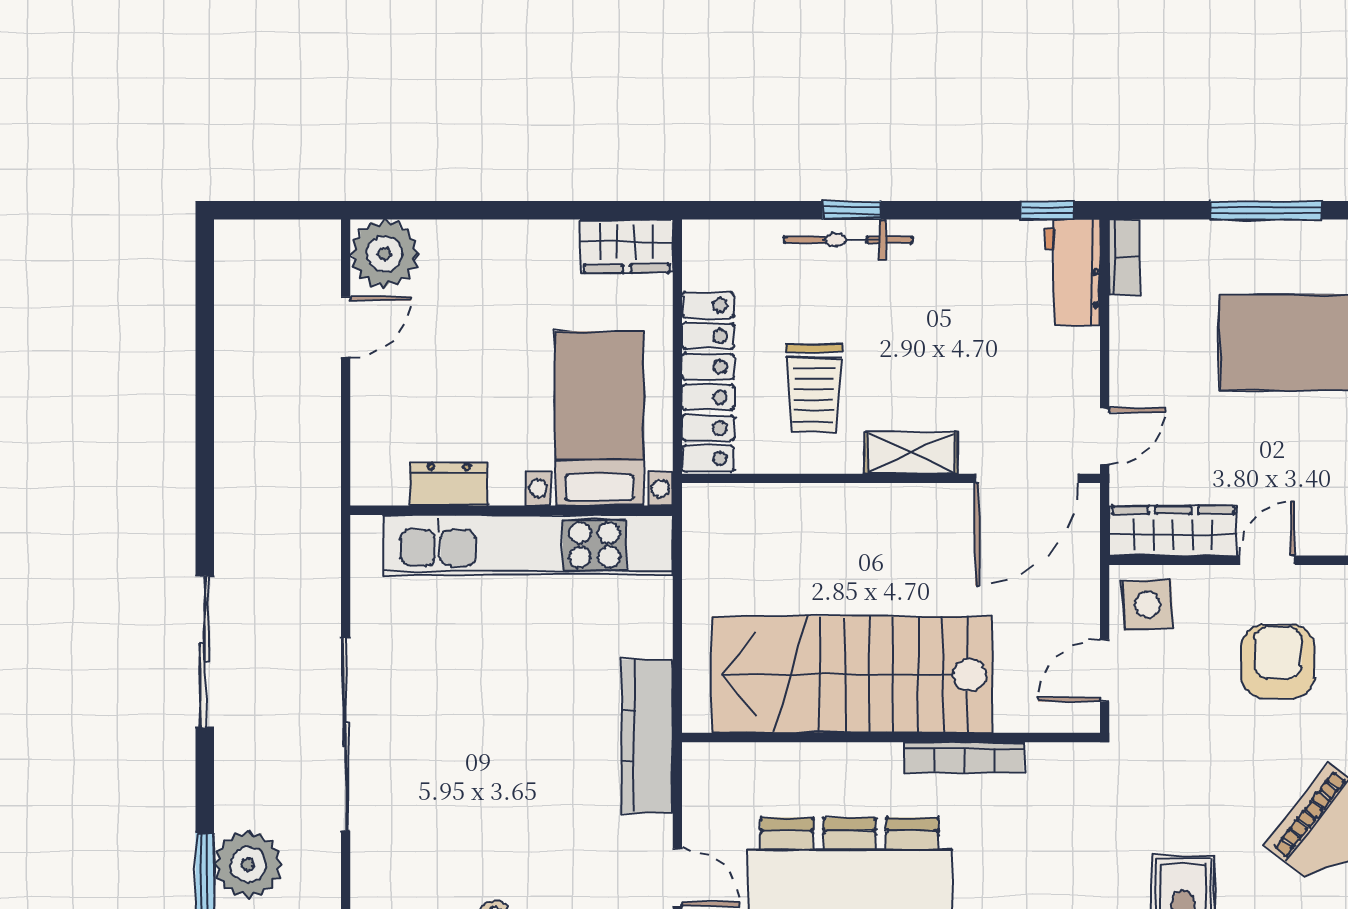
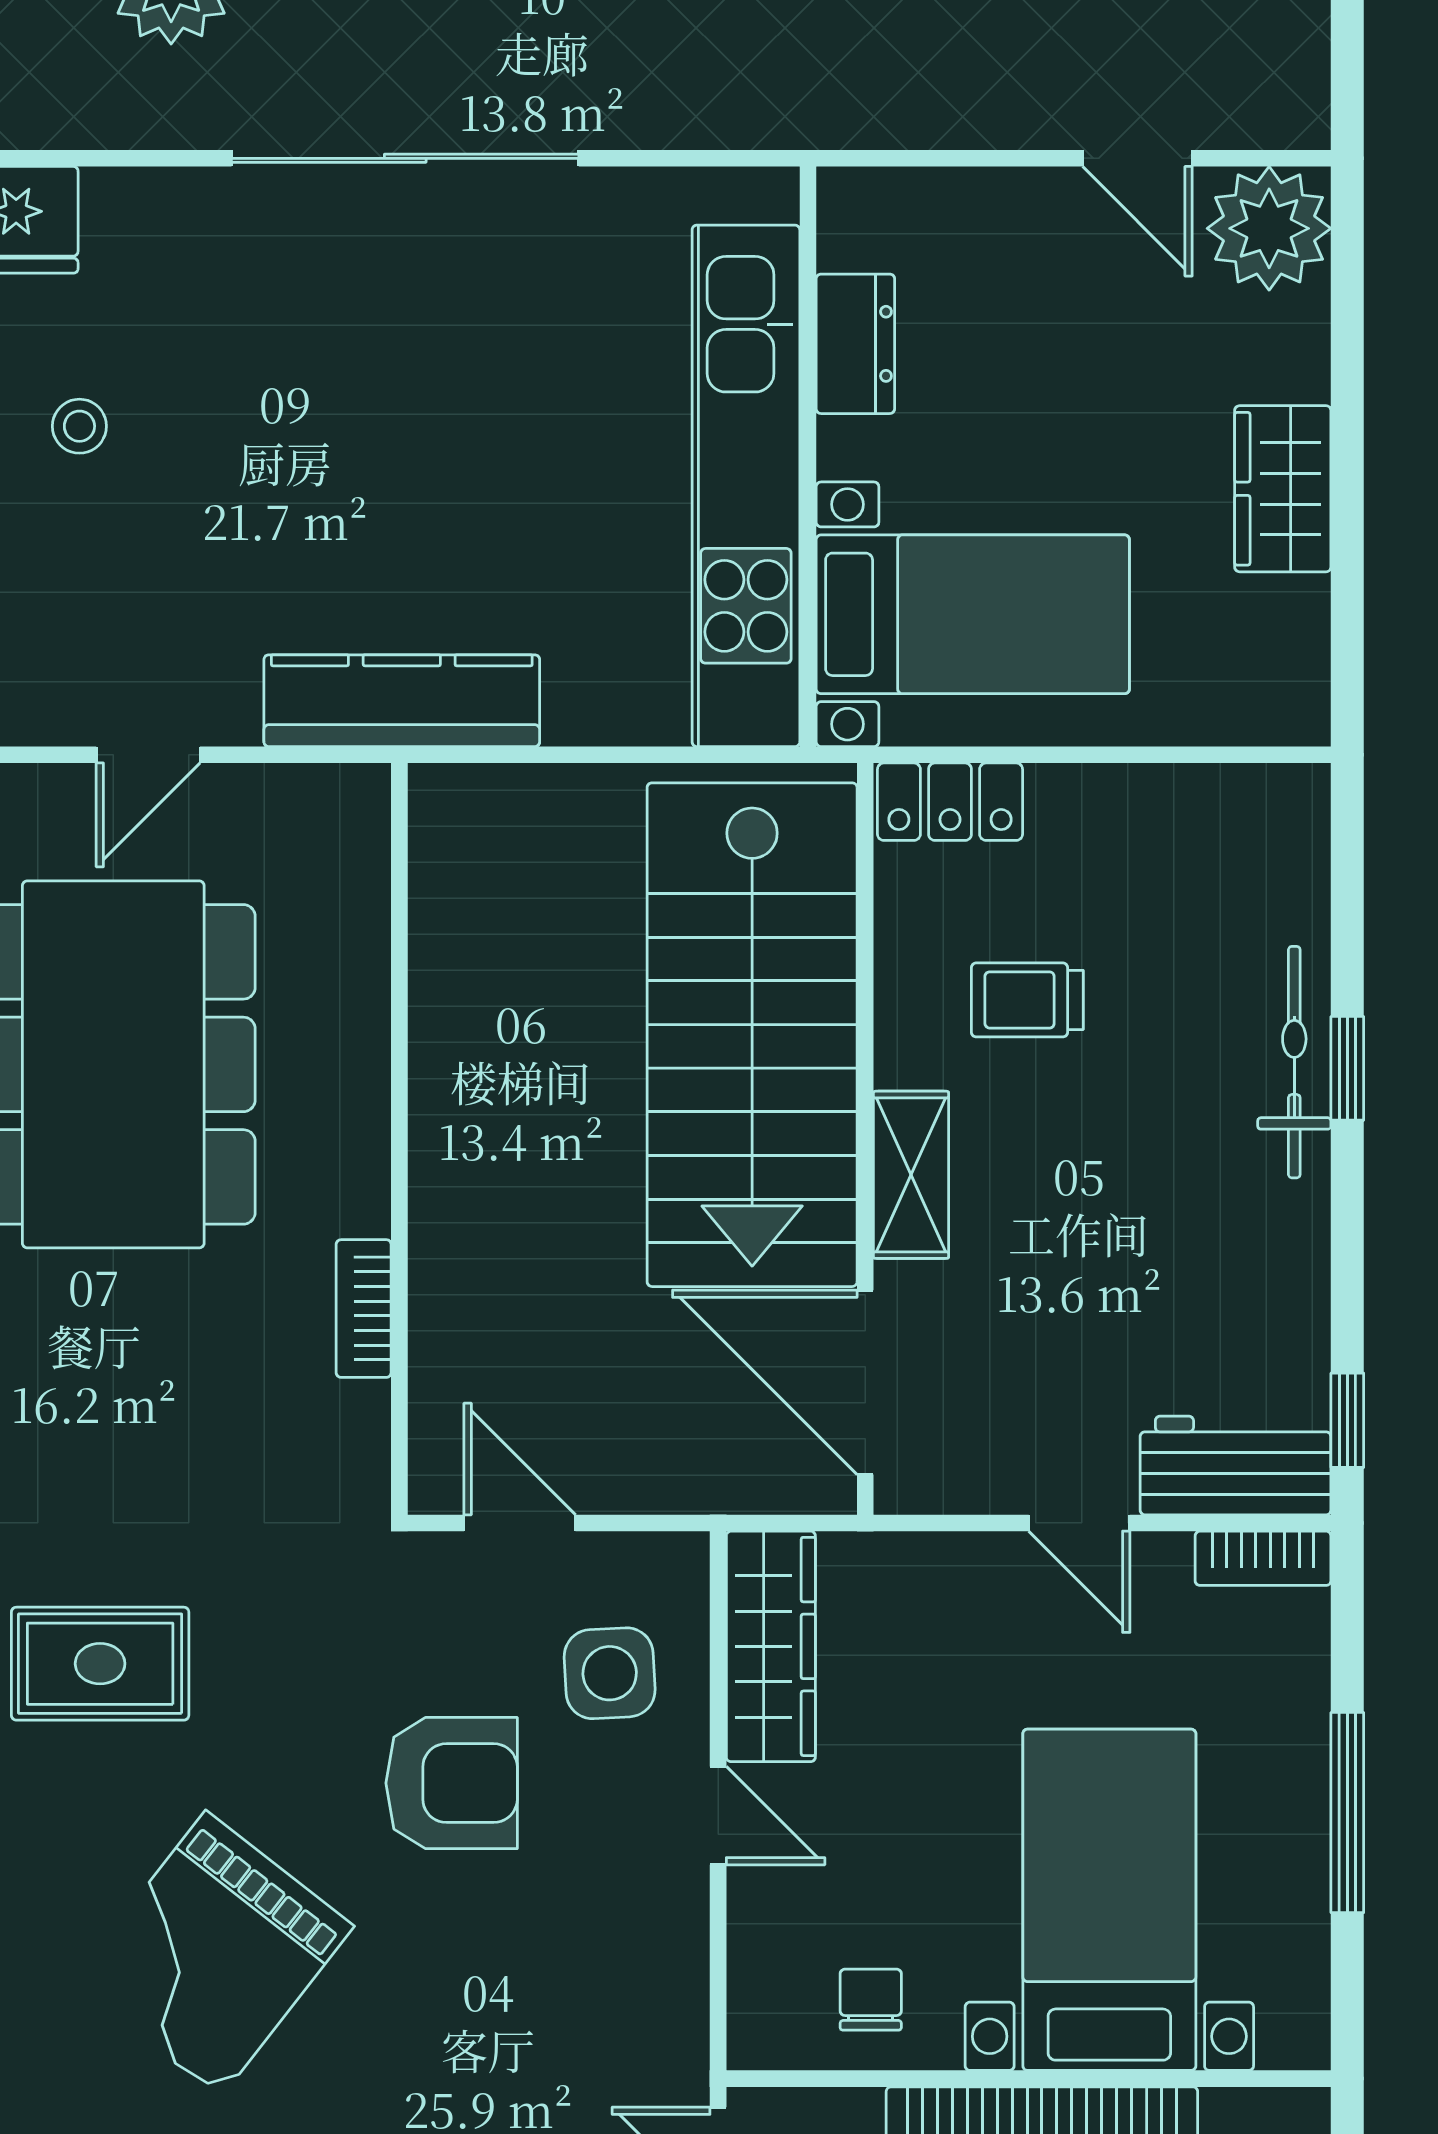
wardrobe: (627, 246) -> (1283, 489), moved
locker: (708, 382) -> (950, 802), width x0.46, depth x0.83
trolley: (814, 388) -> (1027, 1000), width x0.73, depth x0.72
door: (1105, 436) -> (1079, 1523), moved
side table: (1148, 605) -> (610, 1673), moved
armchair: (1278, 661) -> (452, 1783), moved
stairs: (852, 675) -> (752, 1035), moved, turned 180
bookcase: (964, 757) -> (364, 1309), width x0.64

